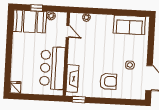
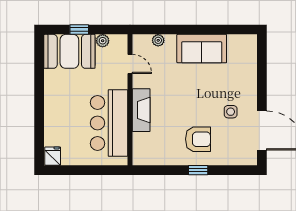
sofa: (129, 25) -> (202, 49), moved
fireplace: (72, 79) -> (141, 110), moved
window: (79, 99) -> (198, 170), moved

